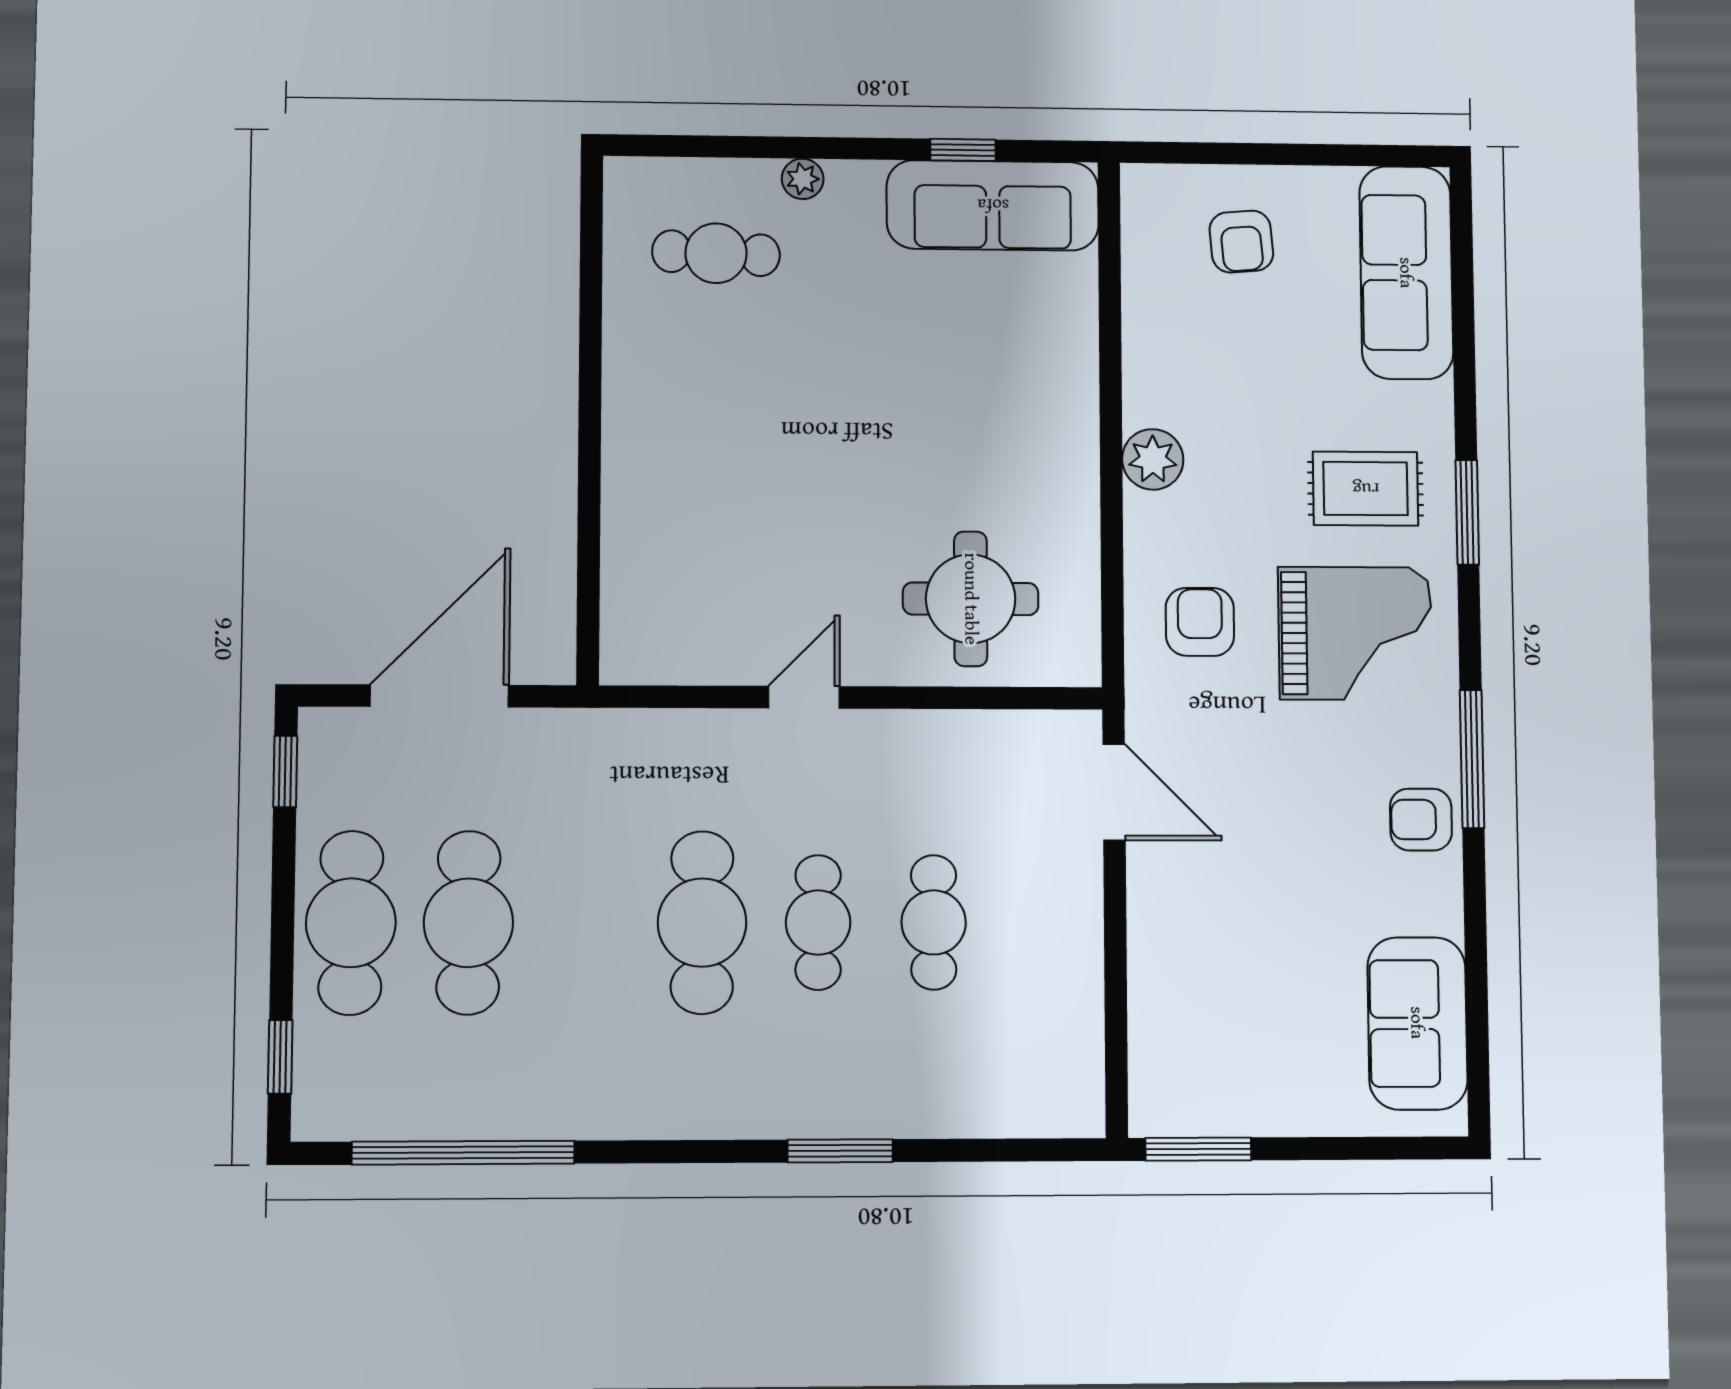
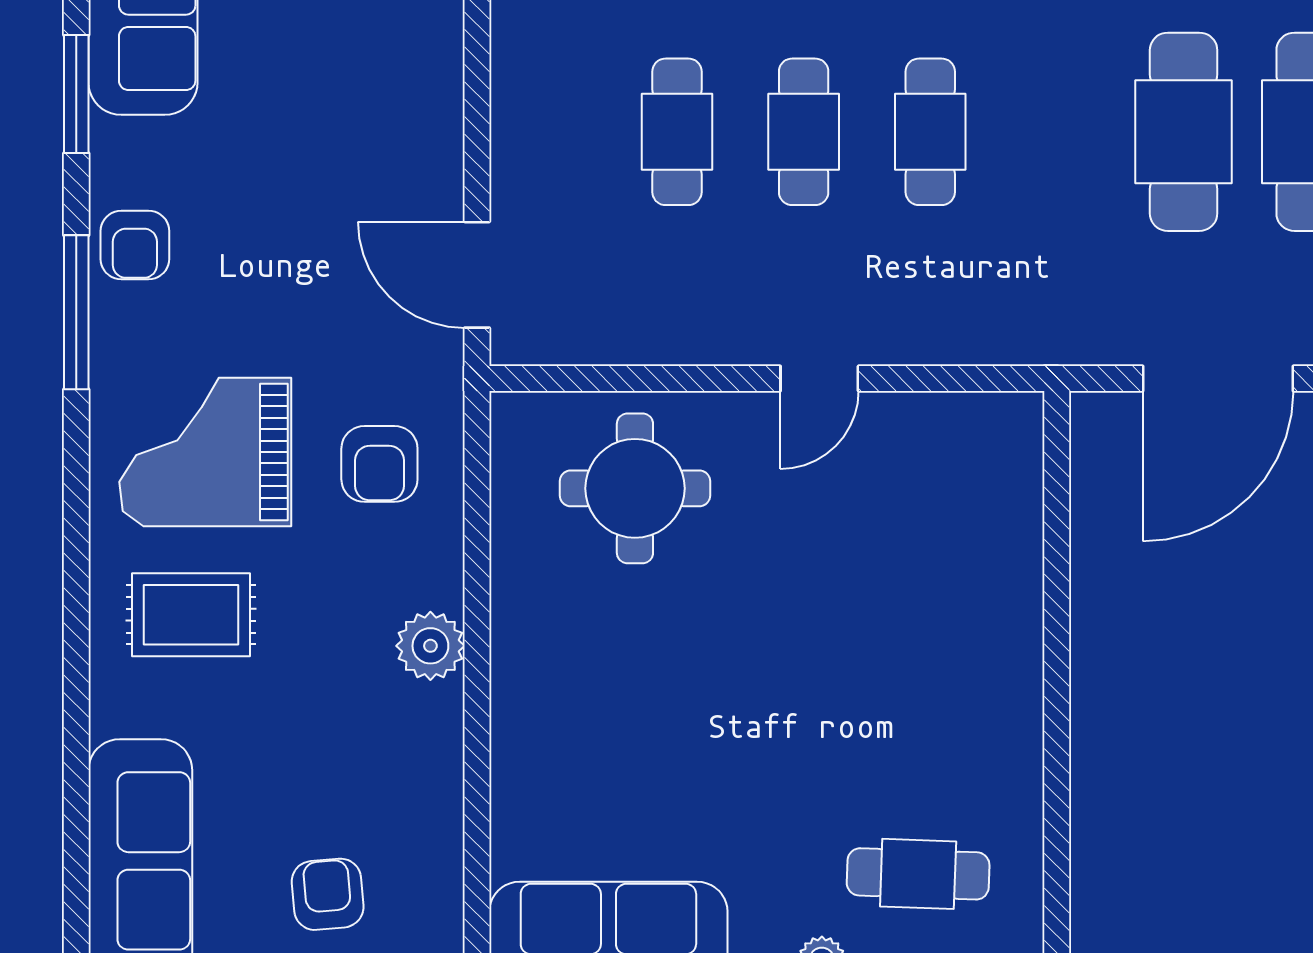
window: (1467, 512) -> (76, 94), moved
armchair: (1421, 820) -> (135, 245), turned 90
cafe table: (702, 923) -> (930, 132), width x0.73, depth x0.74

